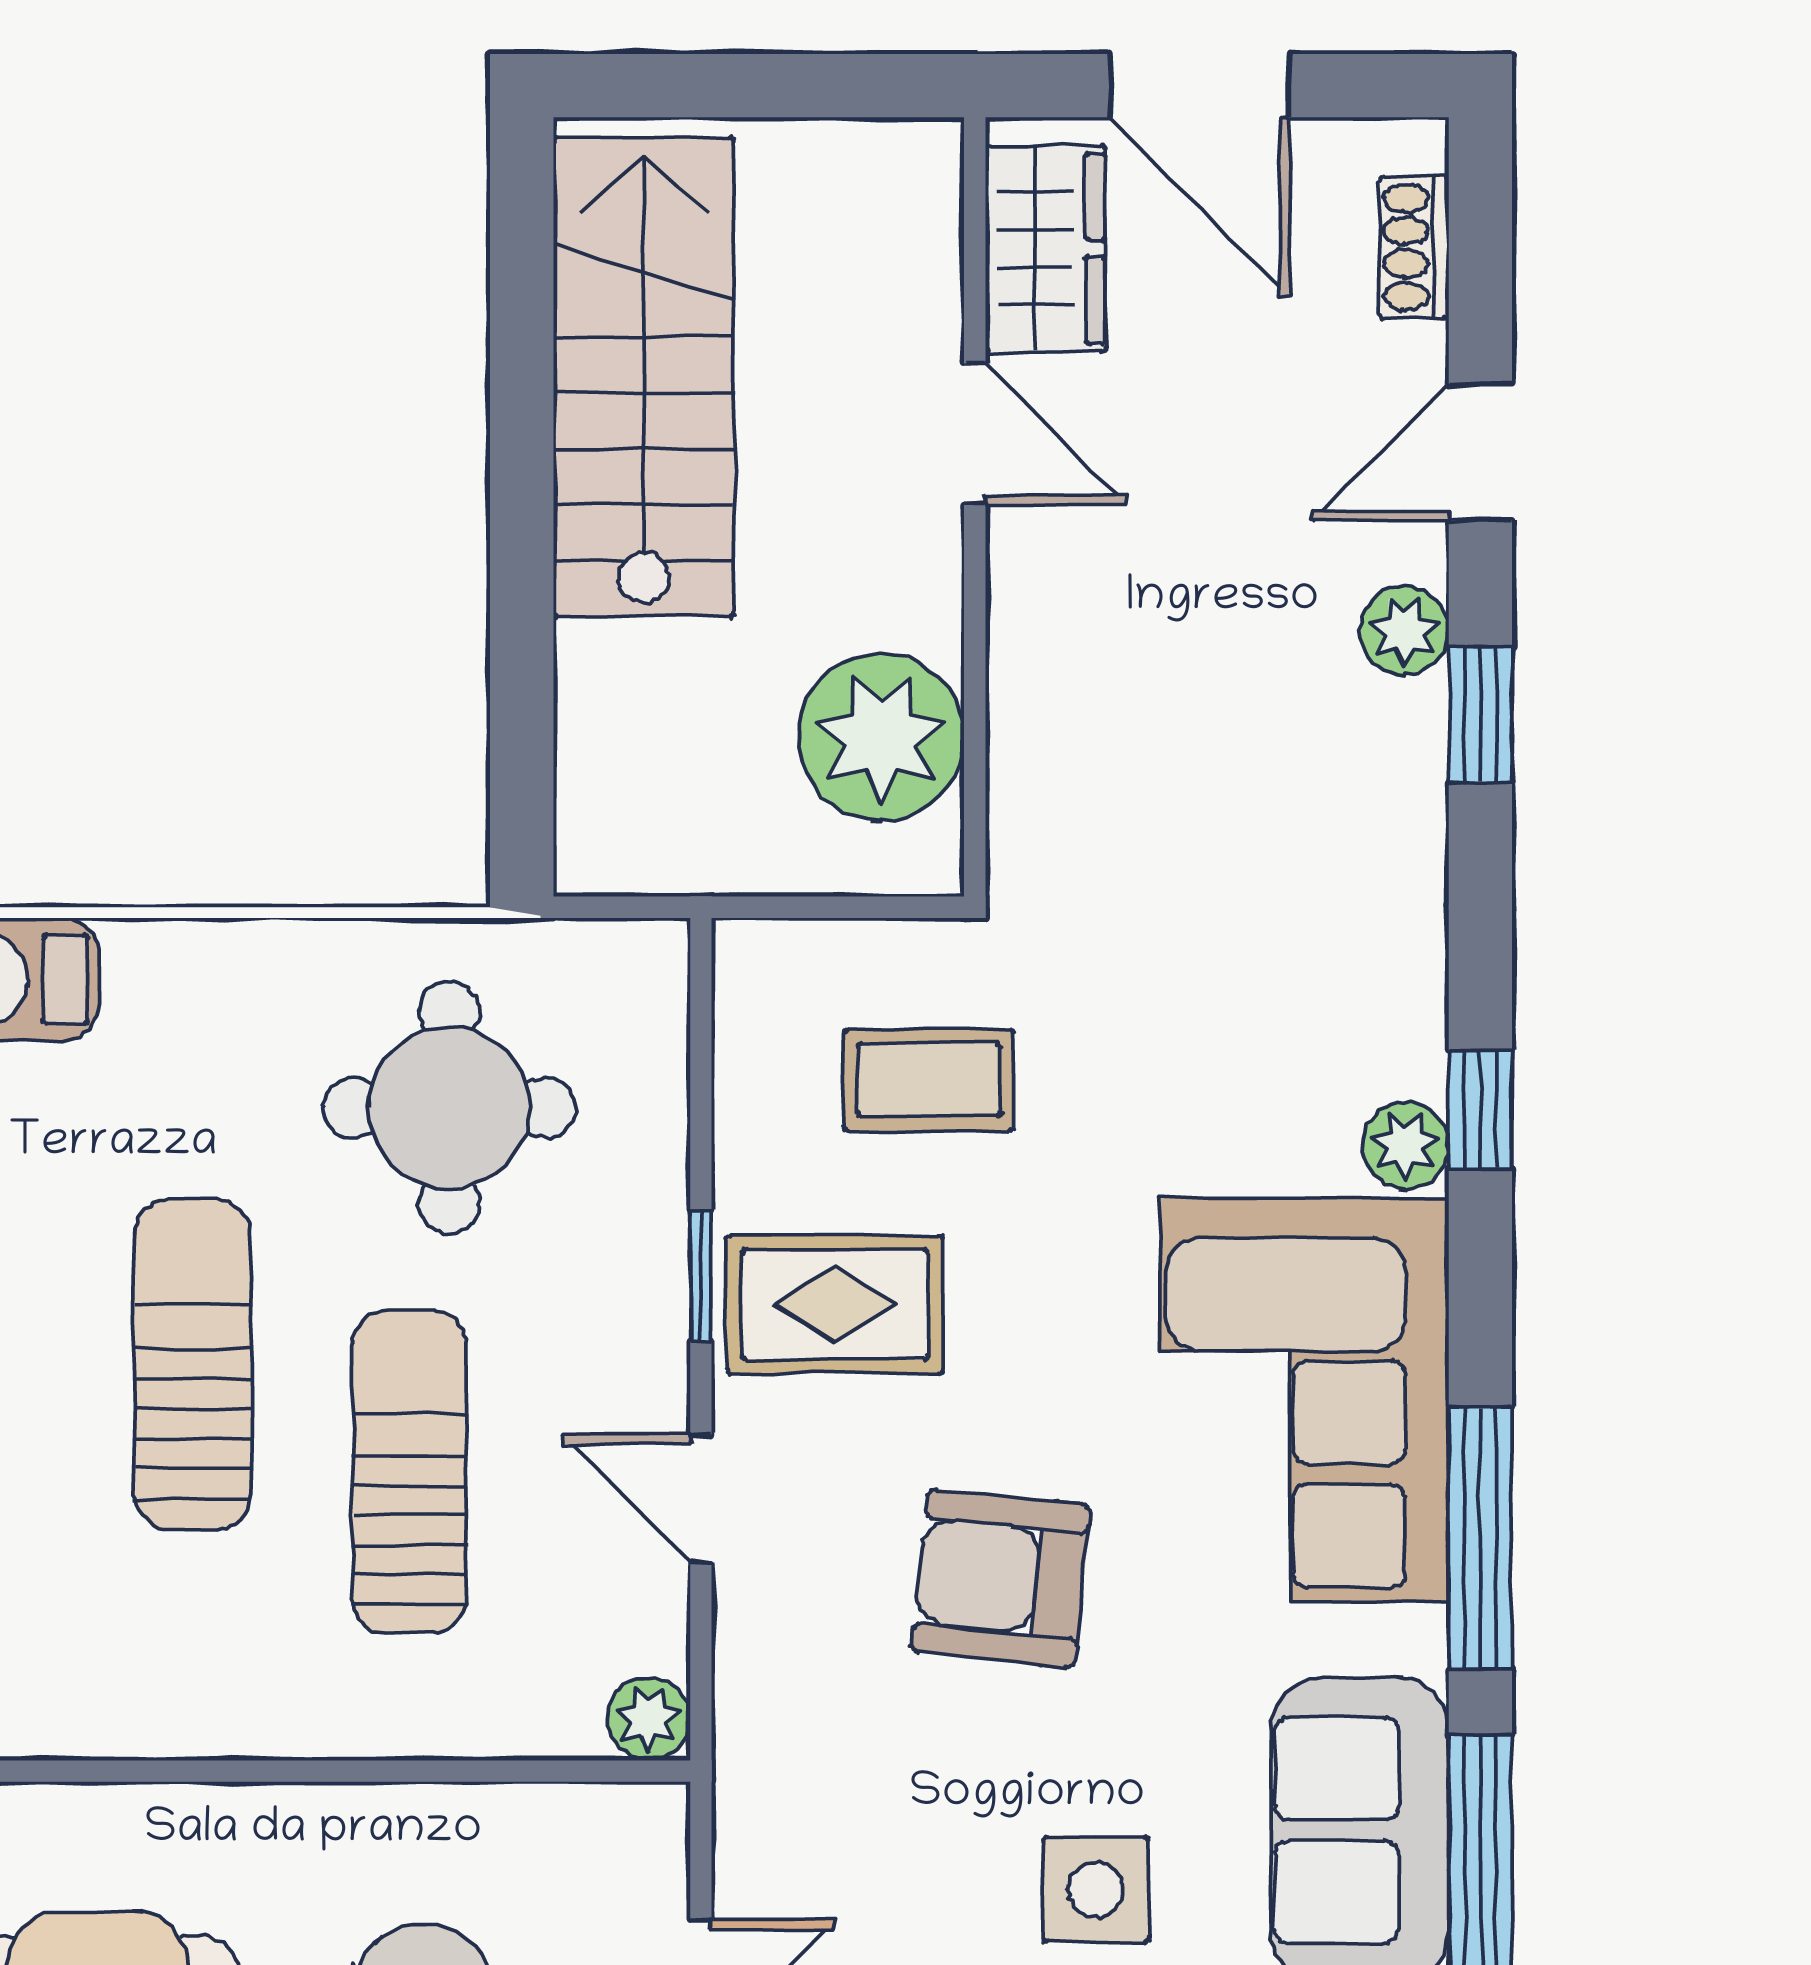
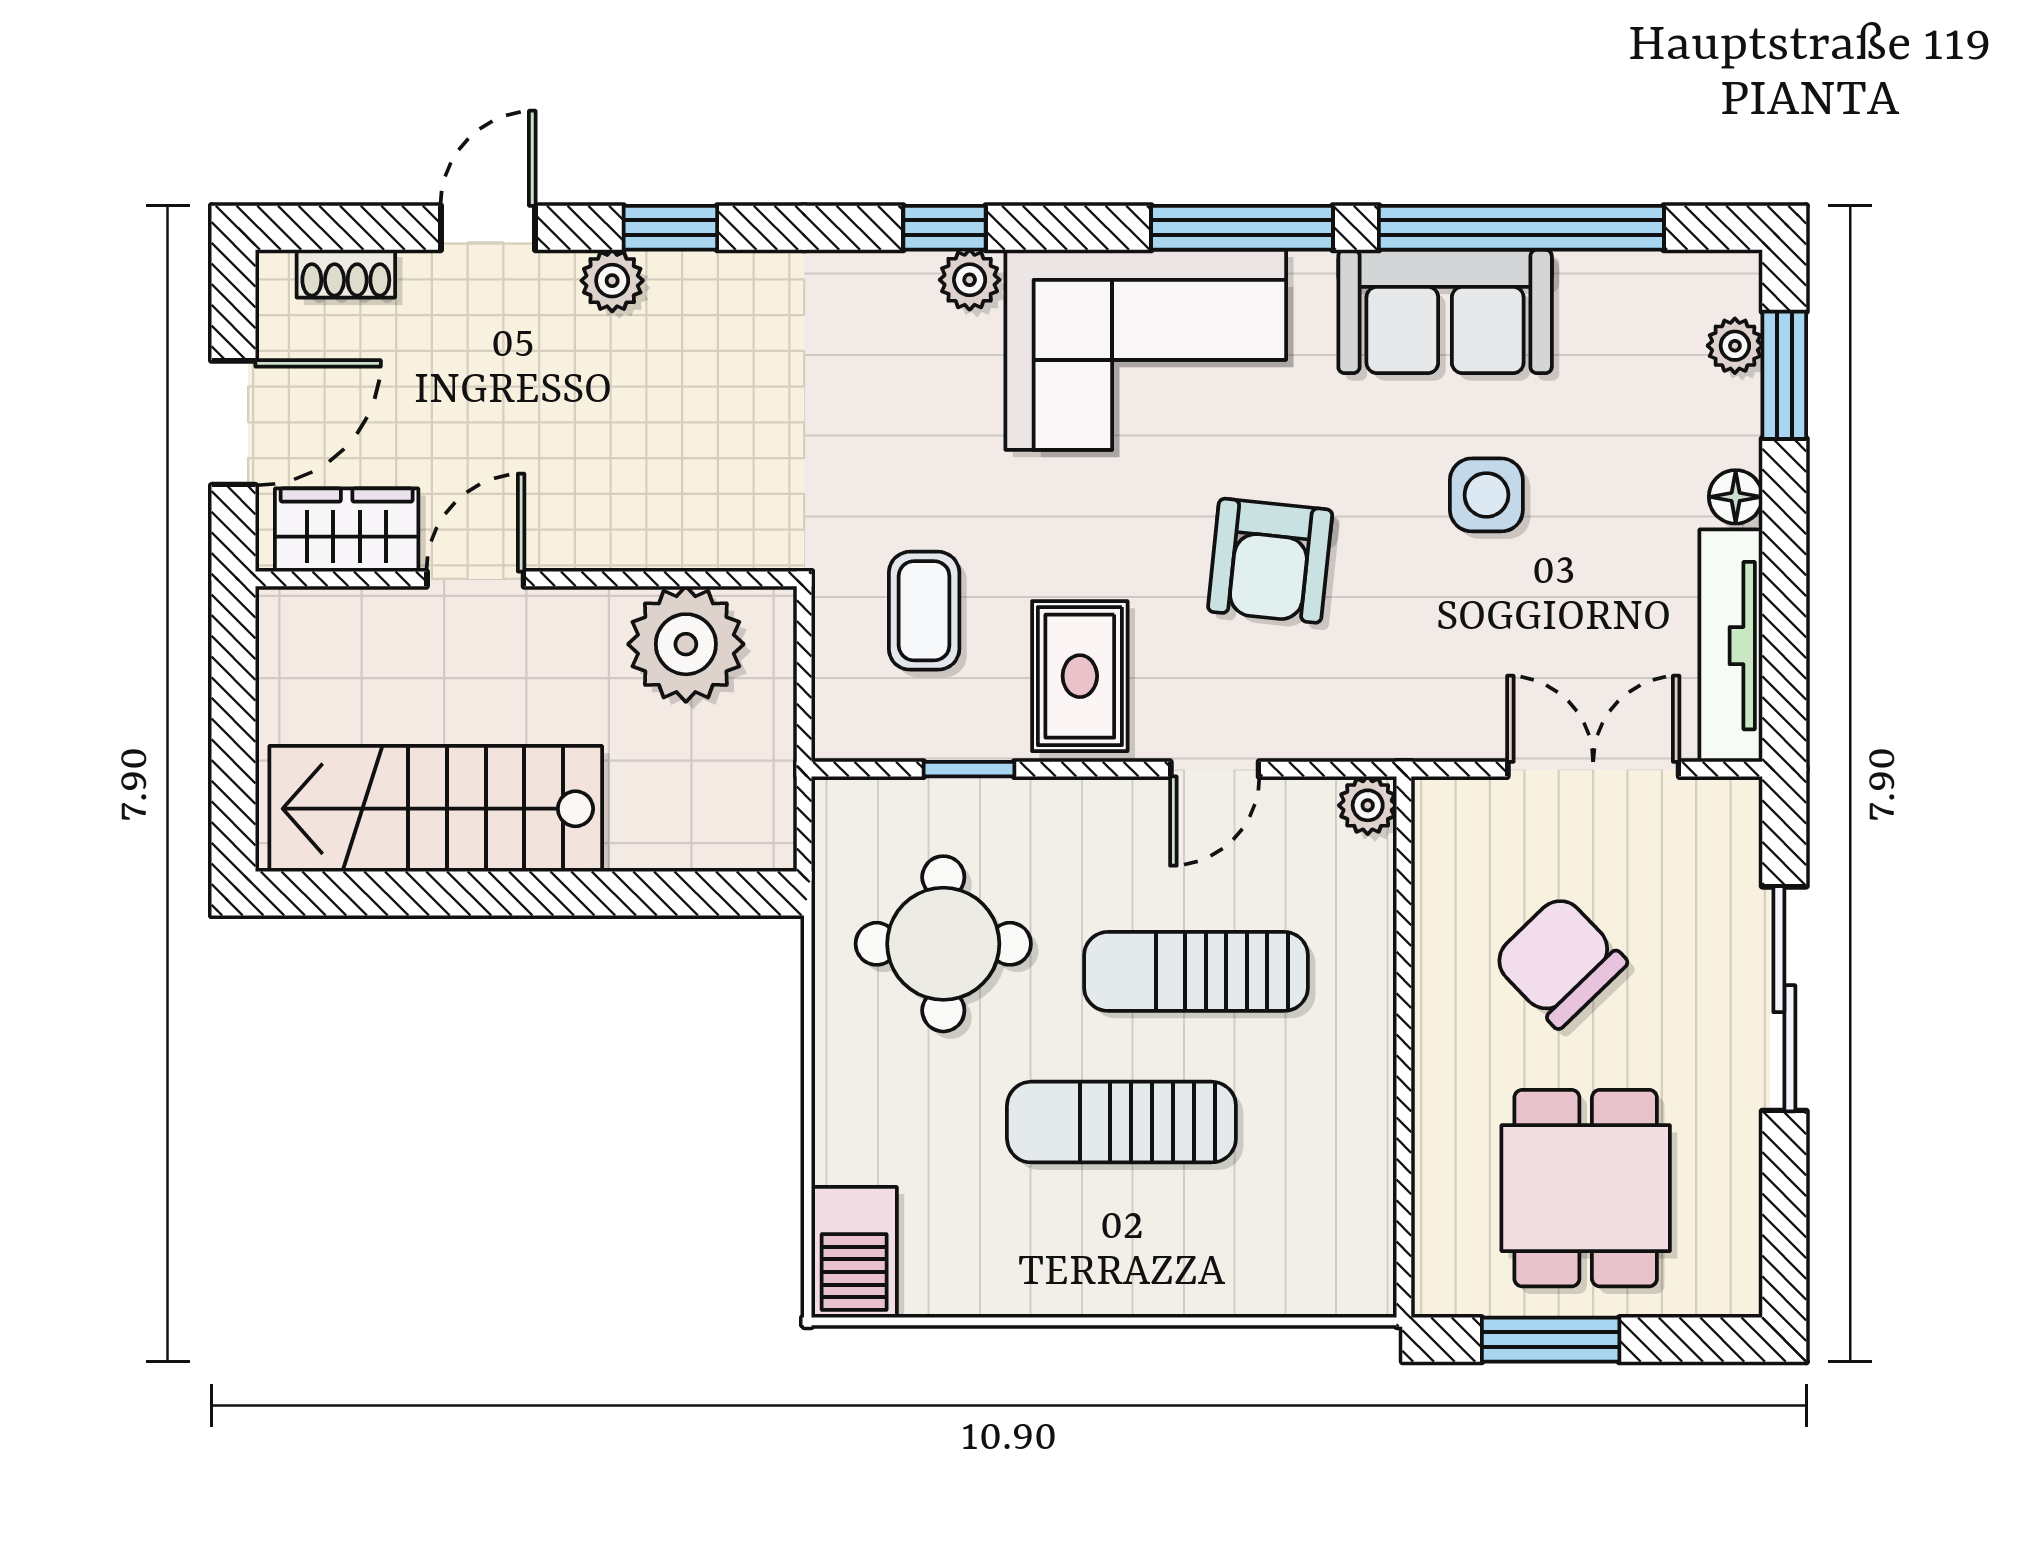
door: (1480, 452) -> (488, 228), swing flipped
window: (701, 1276) -> (969, 769), moved

